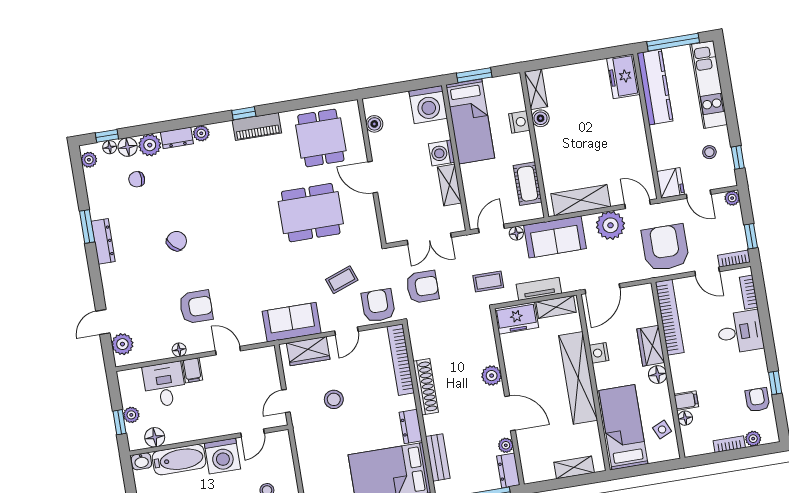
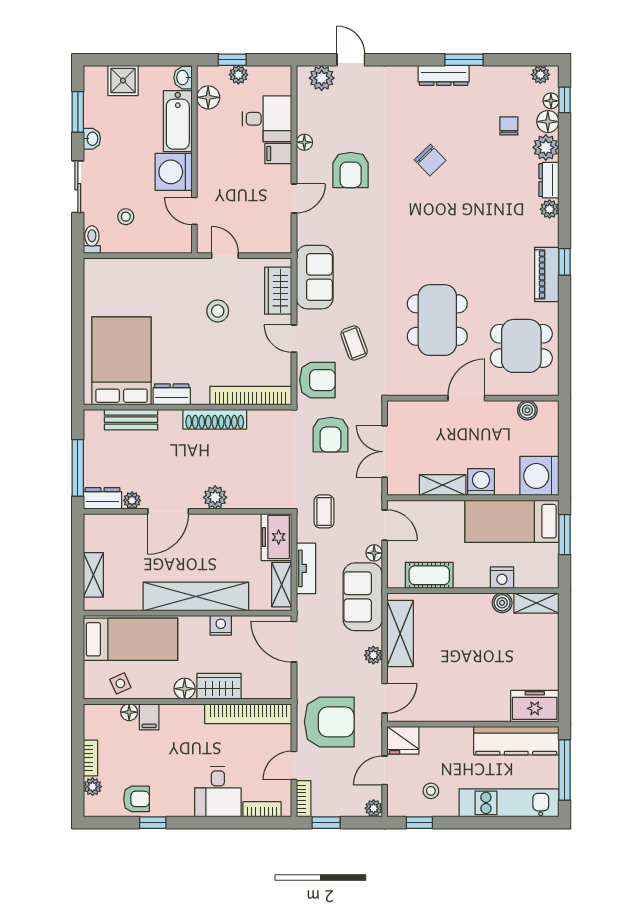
plant: (610, 225) -> (373, 655), width x0.53, depth x0.53

